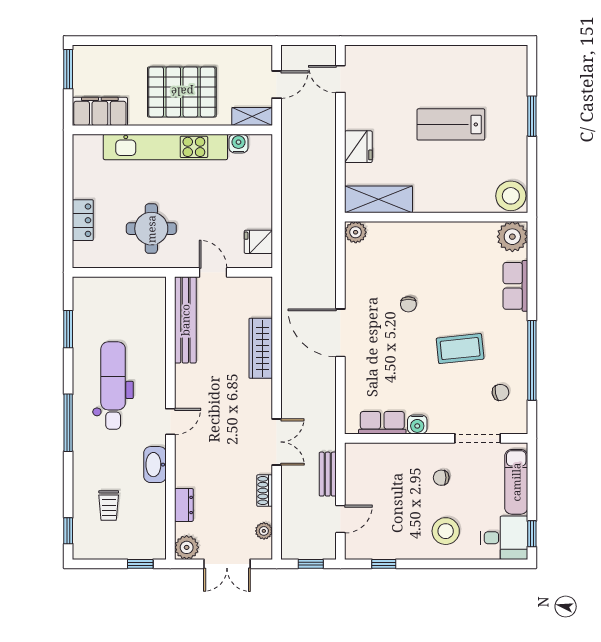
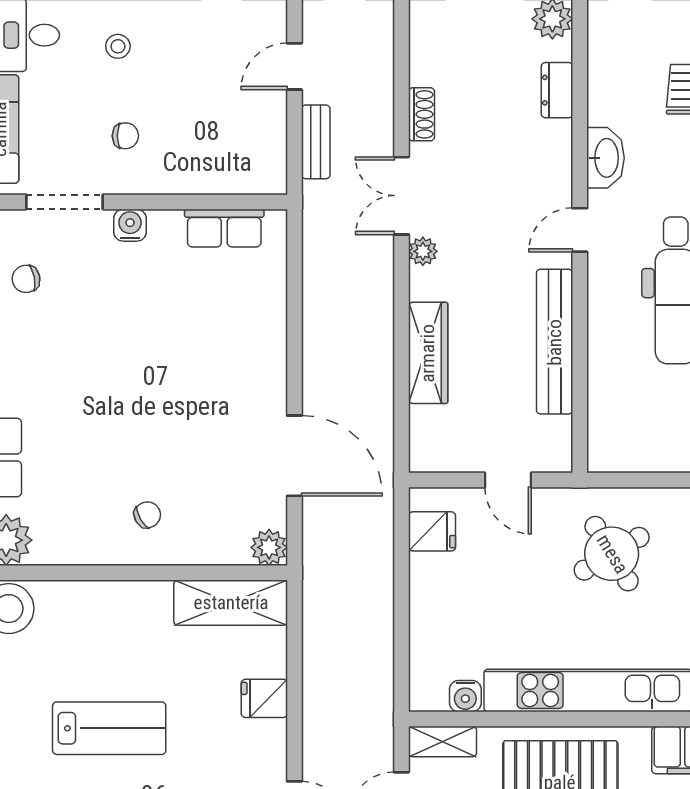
fridge: (358, 147) -> (264, 698), width x0.72
round table: (151, 229) -> (612, 554), turned -31
chair: (408, 304) -> (147, 515), moved, turned 60
bench: (185, 320) -> (555, 342), moved
door: (340, 333) -> (294, 456), moved
coffee table: (460, 349) -> (94, 352), removed
water cooler: (417, 424) -> (130, 225), moved
plant: (264, 531) -> (423, 251), moved
stool: (446, 531) -> (118, 46), width x0.53, depth x0.53

